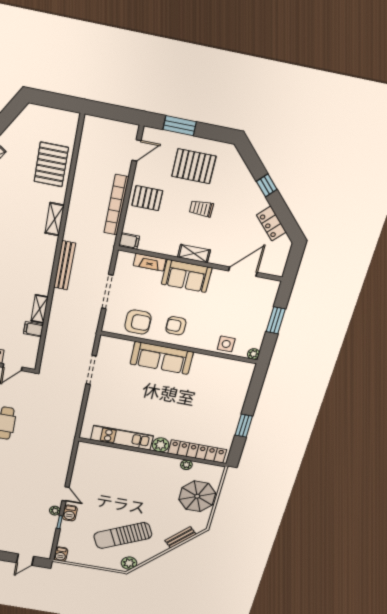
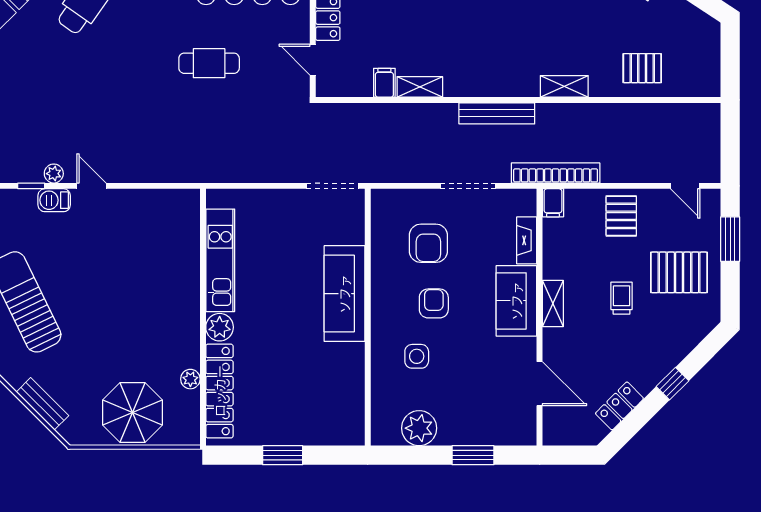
pallet: (51, 165) -> (642, 68), width x0.67, depth x0.71
pallet: (194, 166) -> (679, 272), turned 90
bookcase: (116, 205) -> (556, 173), moved
side table: (226, 344) -> (417, 356), moved
wall: (179, 348) -> (368, 317), moved
plant: (253, 354) -> (419, 428), width x1.87, depth x1.87
sofa: (162, 358) -> (344, 294), moved
door: (65, 494) -> (91, 186), swing flipped

